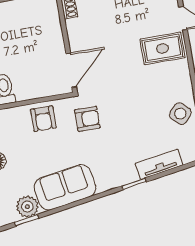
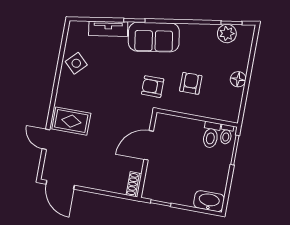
door: (71, 70) -> (149, 145), moved
armchair: (43, 119) -> (191, 83), moved
sofa: (65, 187) -> (154, 37), moved

